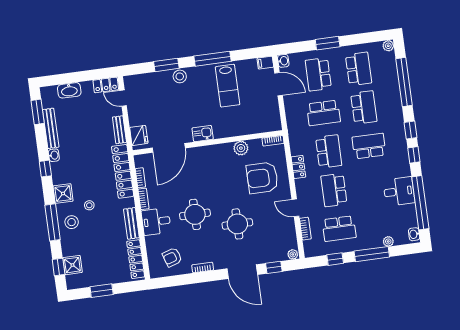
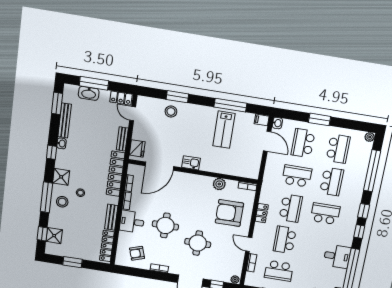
window: (212, 59) -> (230, 105), moved
stool: (180, 76) -> (171, 111), moved
window: (72, 78) -> (94, 83), added
school desk: (323, 113) -> (297, 176), turned 180

